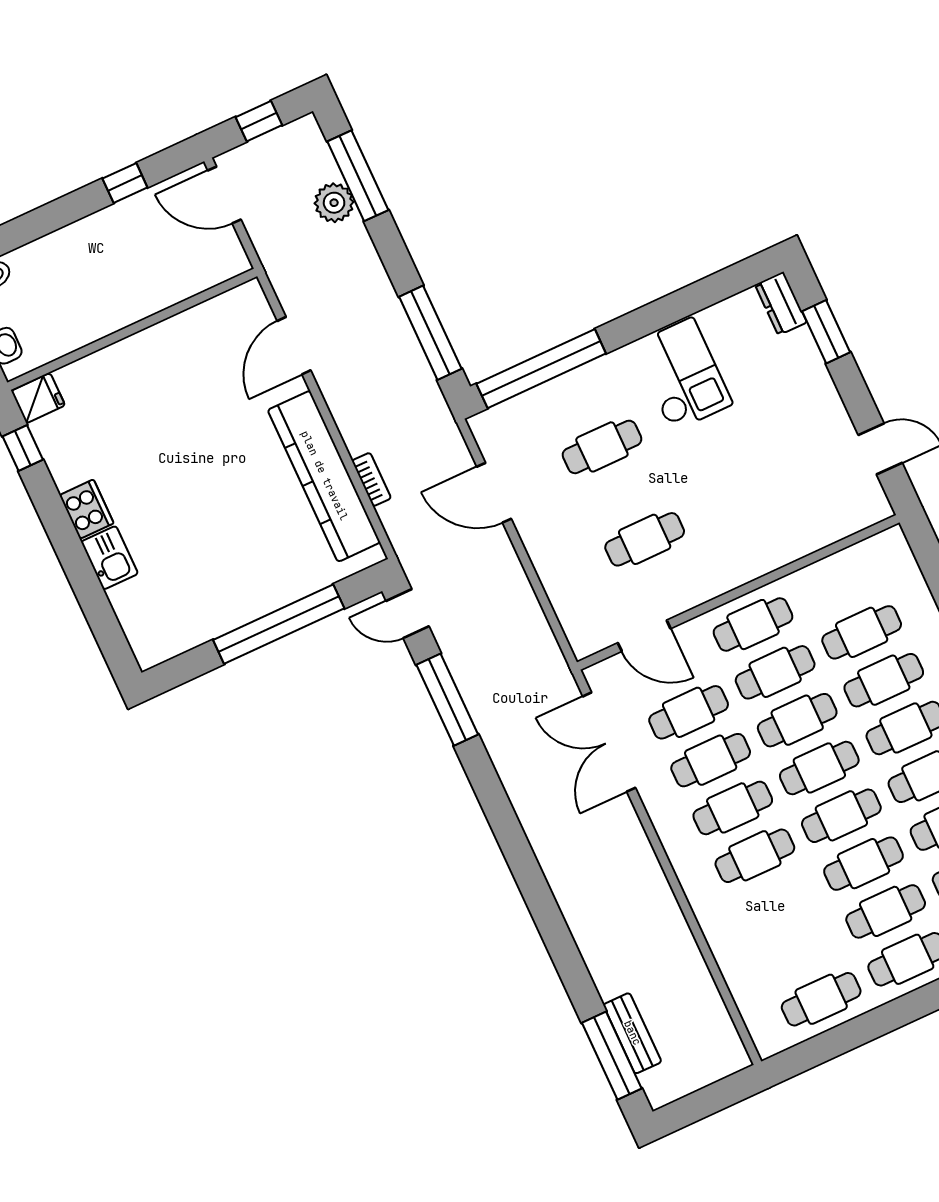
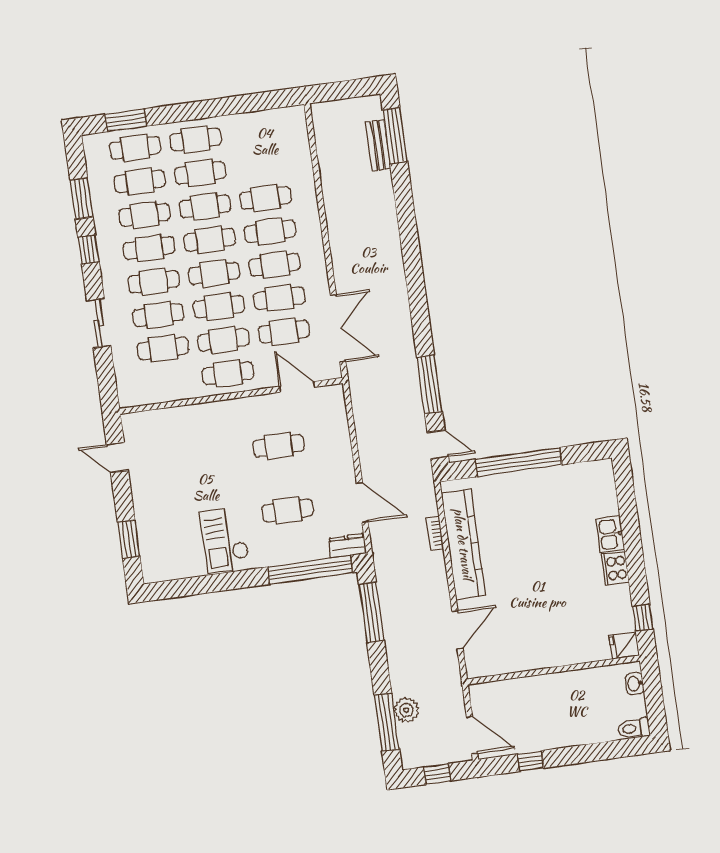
dresser: (781, 304) -> (347, 546), moved, turned -90
cafe table: (821, 999) -> (265, 198), moved

